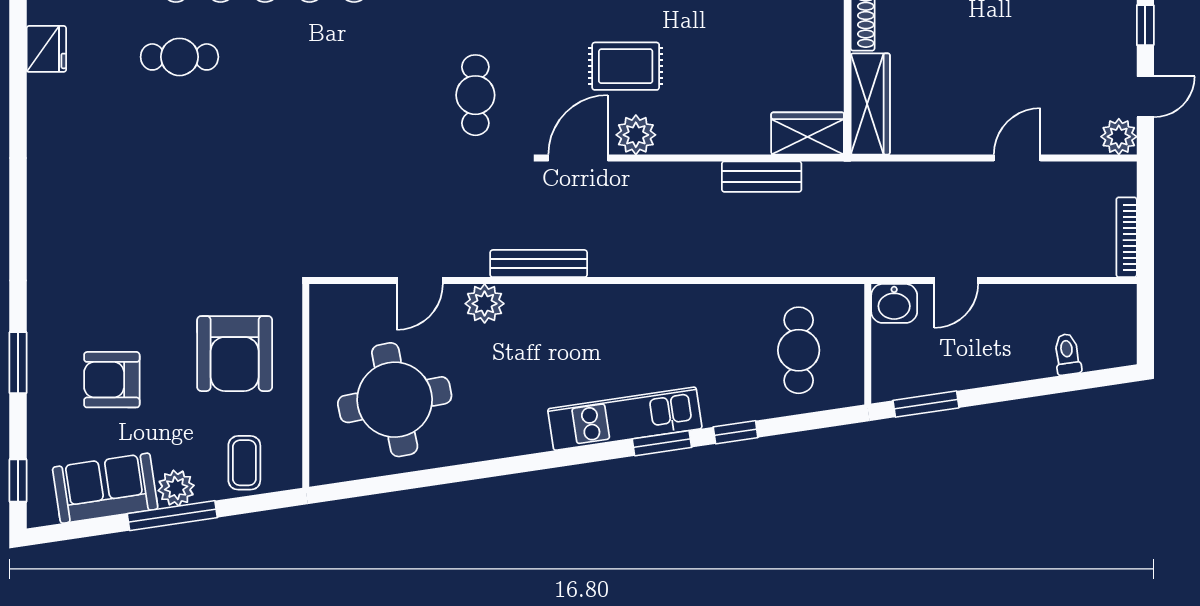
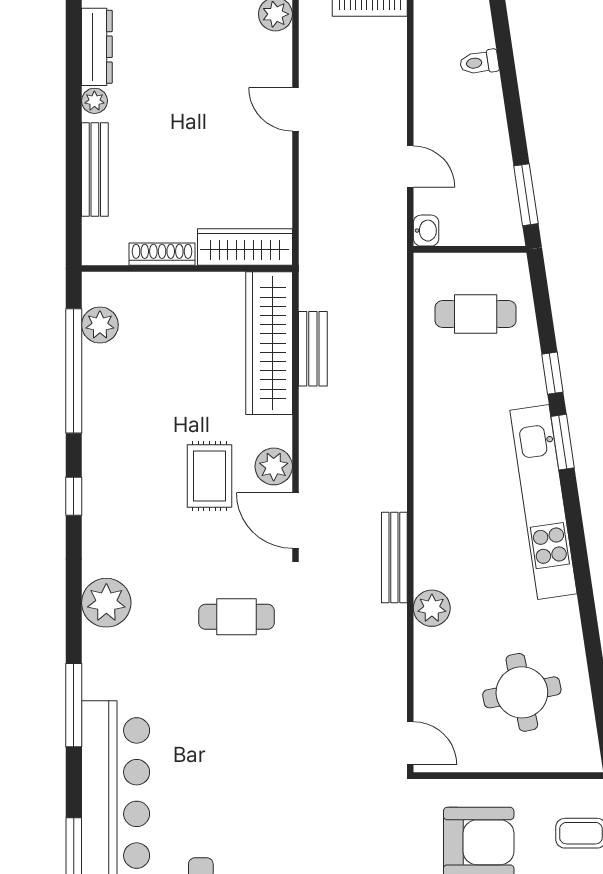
wardrobe: (808, 133) -> (269, 343), width x2.10, depth x1.17
door: (420, 281) -> (410, 743), moved
washbasin: (894, 303) -> (426, 231), width x0.72, depth x0.69
round table: (395, 400) -> (522, 692), width x0.73, depth x0.73
kitchen unit: (625, 419) -> (543, 502), width x1.36

